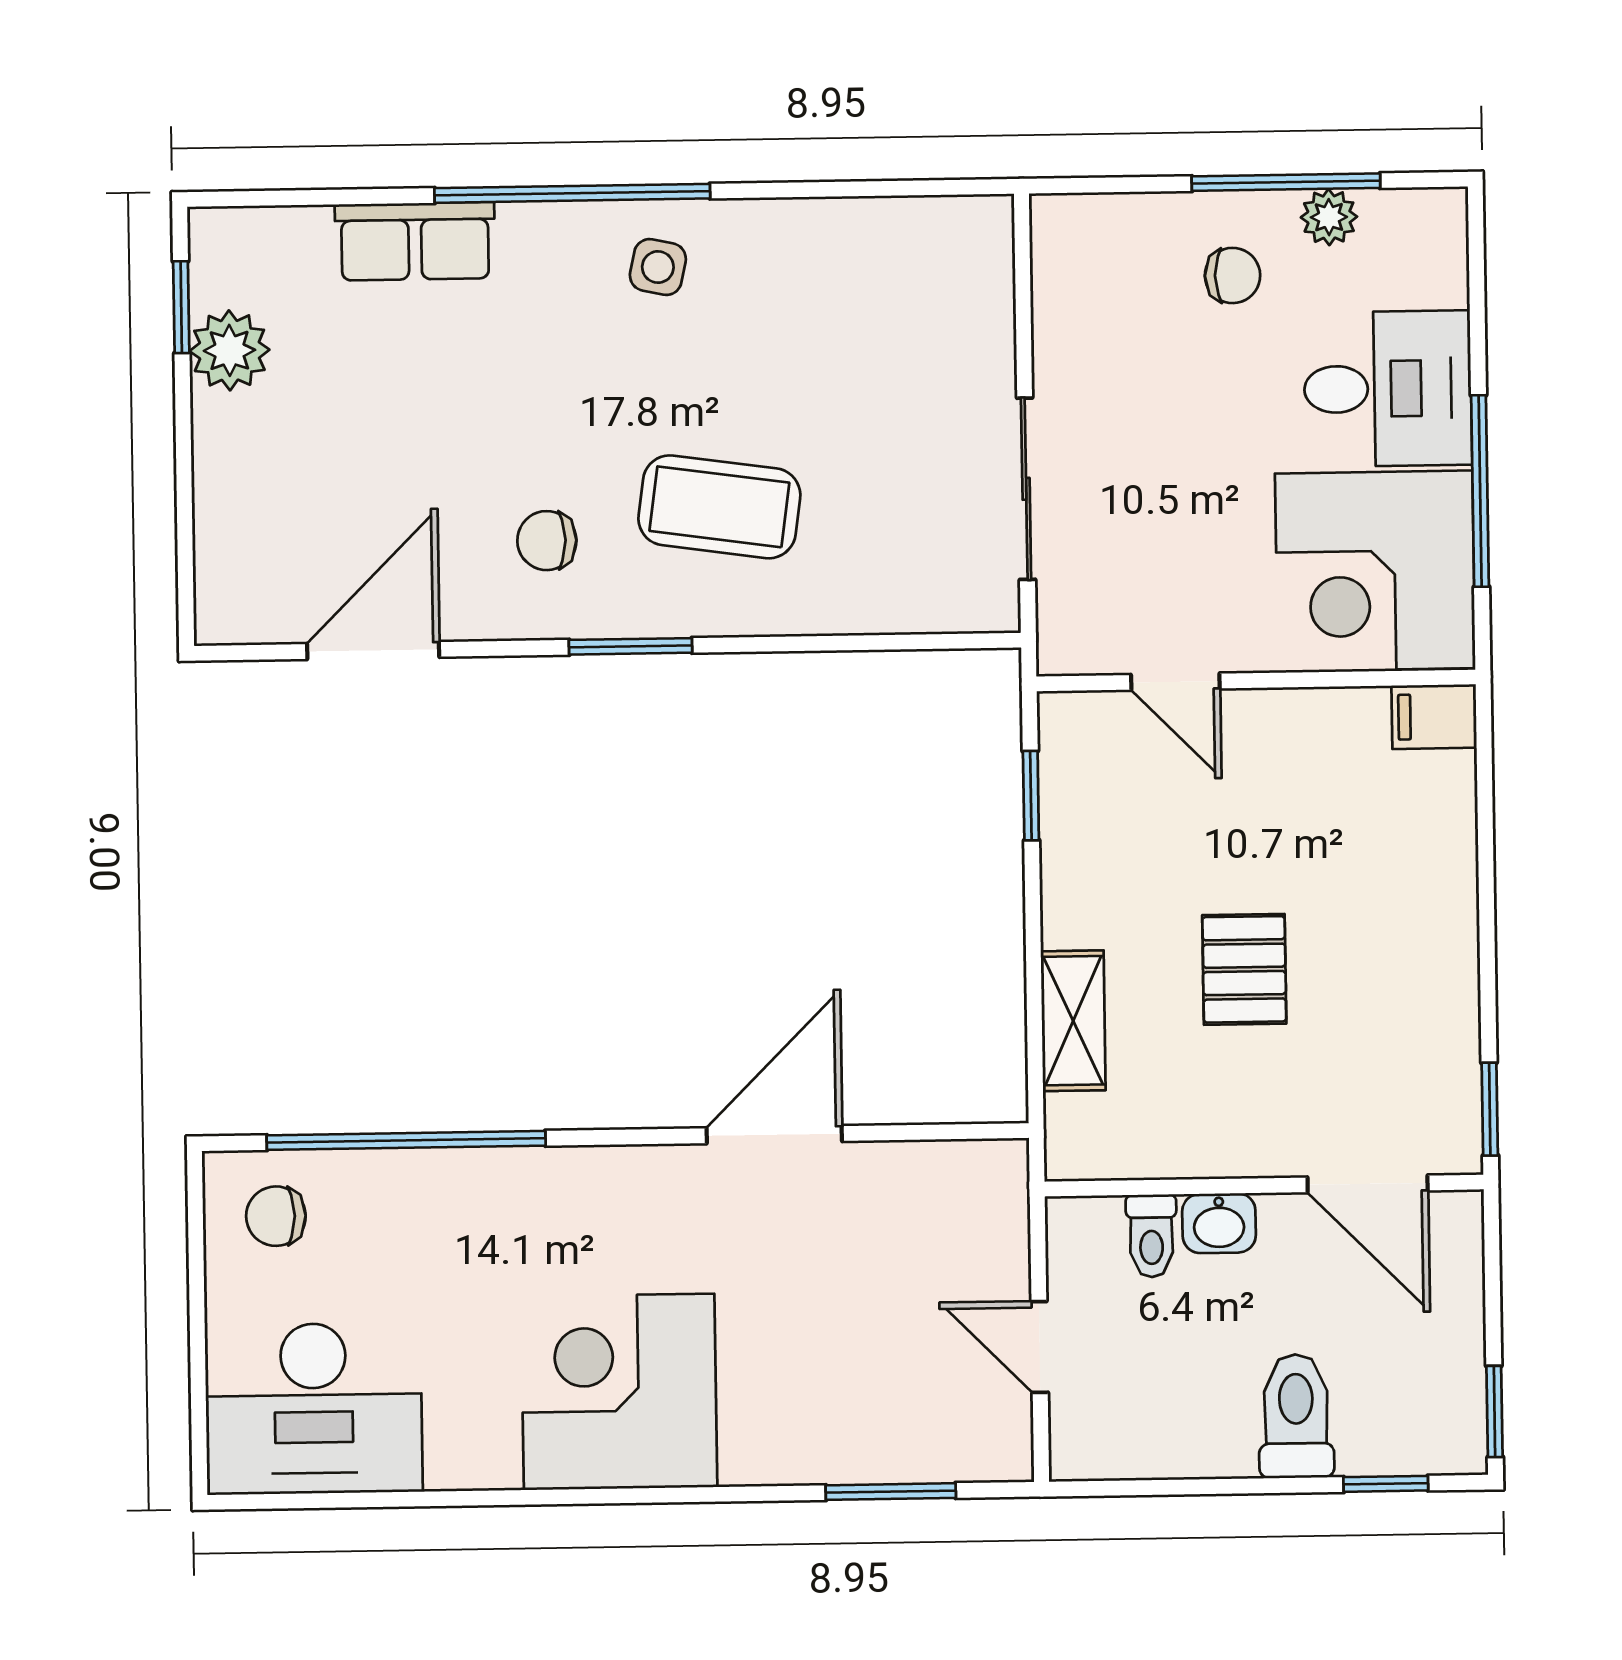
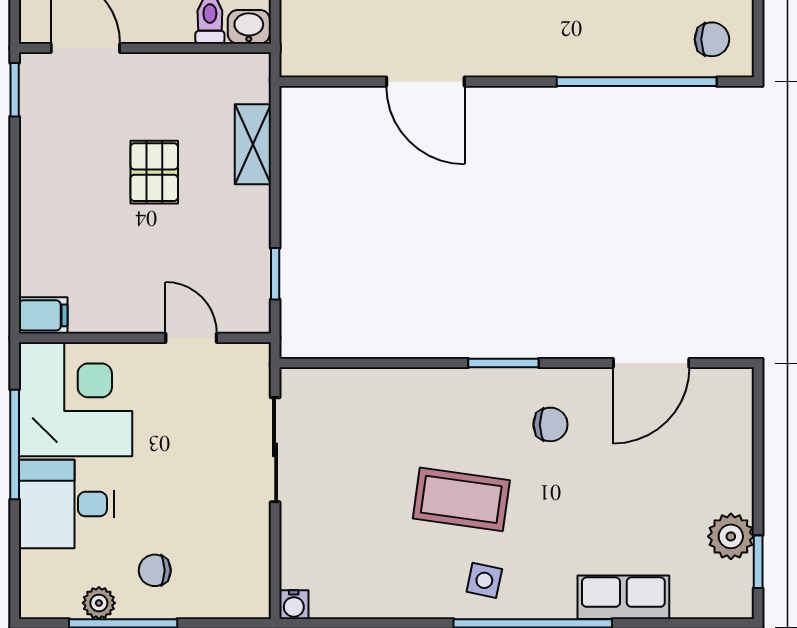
water cooler: (989, 219) -> (294, 605), added
coffee table: (719, 507) -> (461, 499), moved
door: (774, 1135) -> (425, 82), hinge flipped
washbasin: (1219, 1223) -> (249, 27), moved

